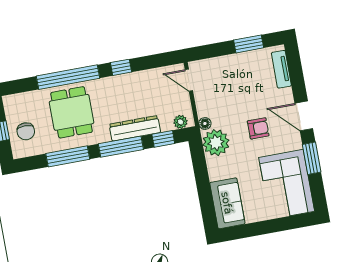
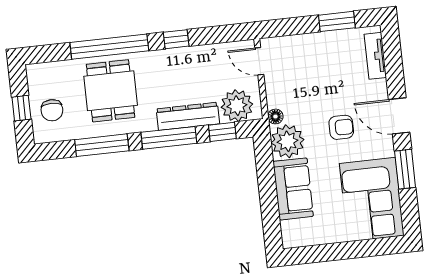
plant: (180, 122) -> (237, 106), width x1.88, depth x1.88
sofa: (227, 203) -> (293, 189), moved

